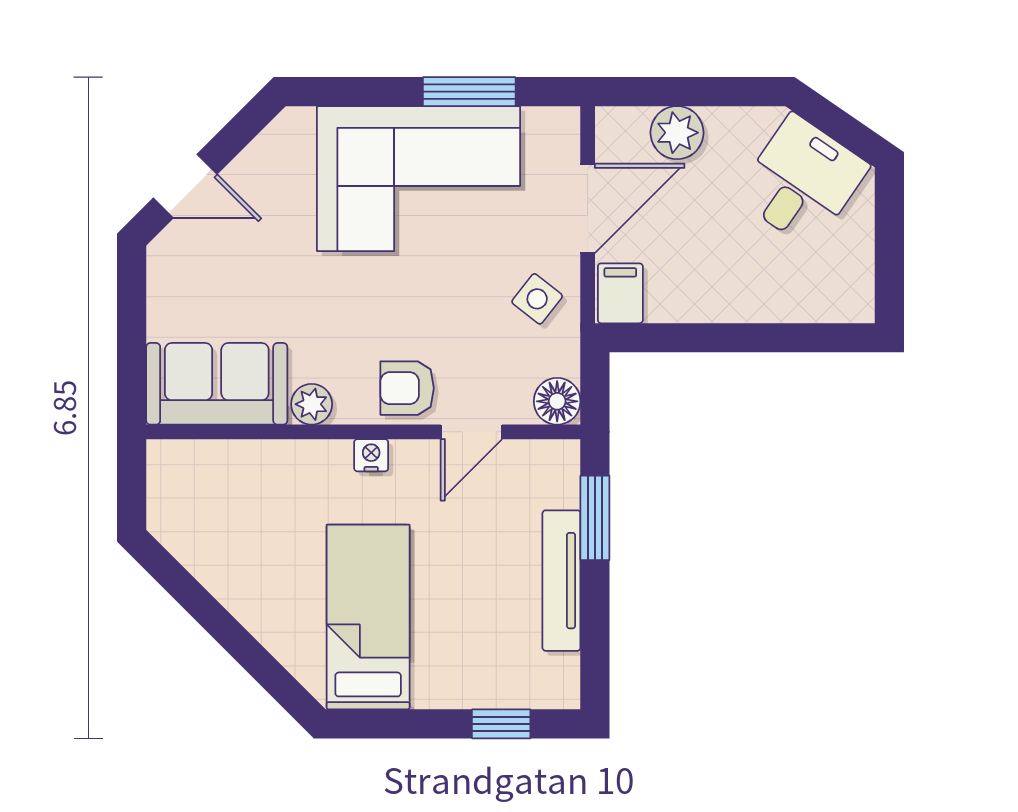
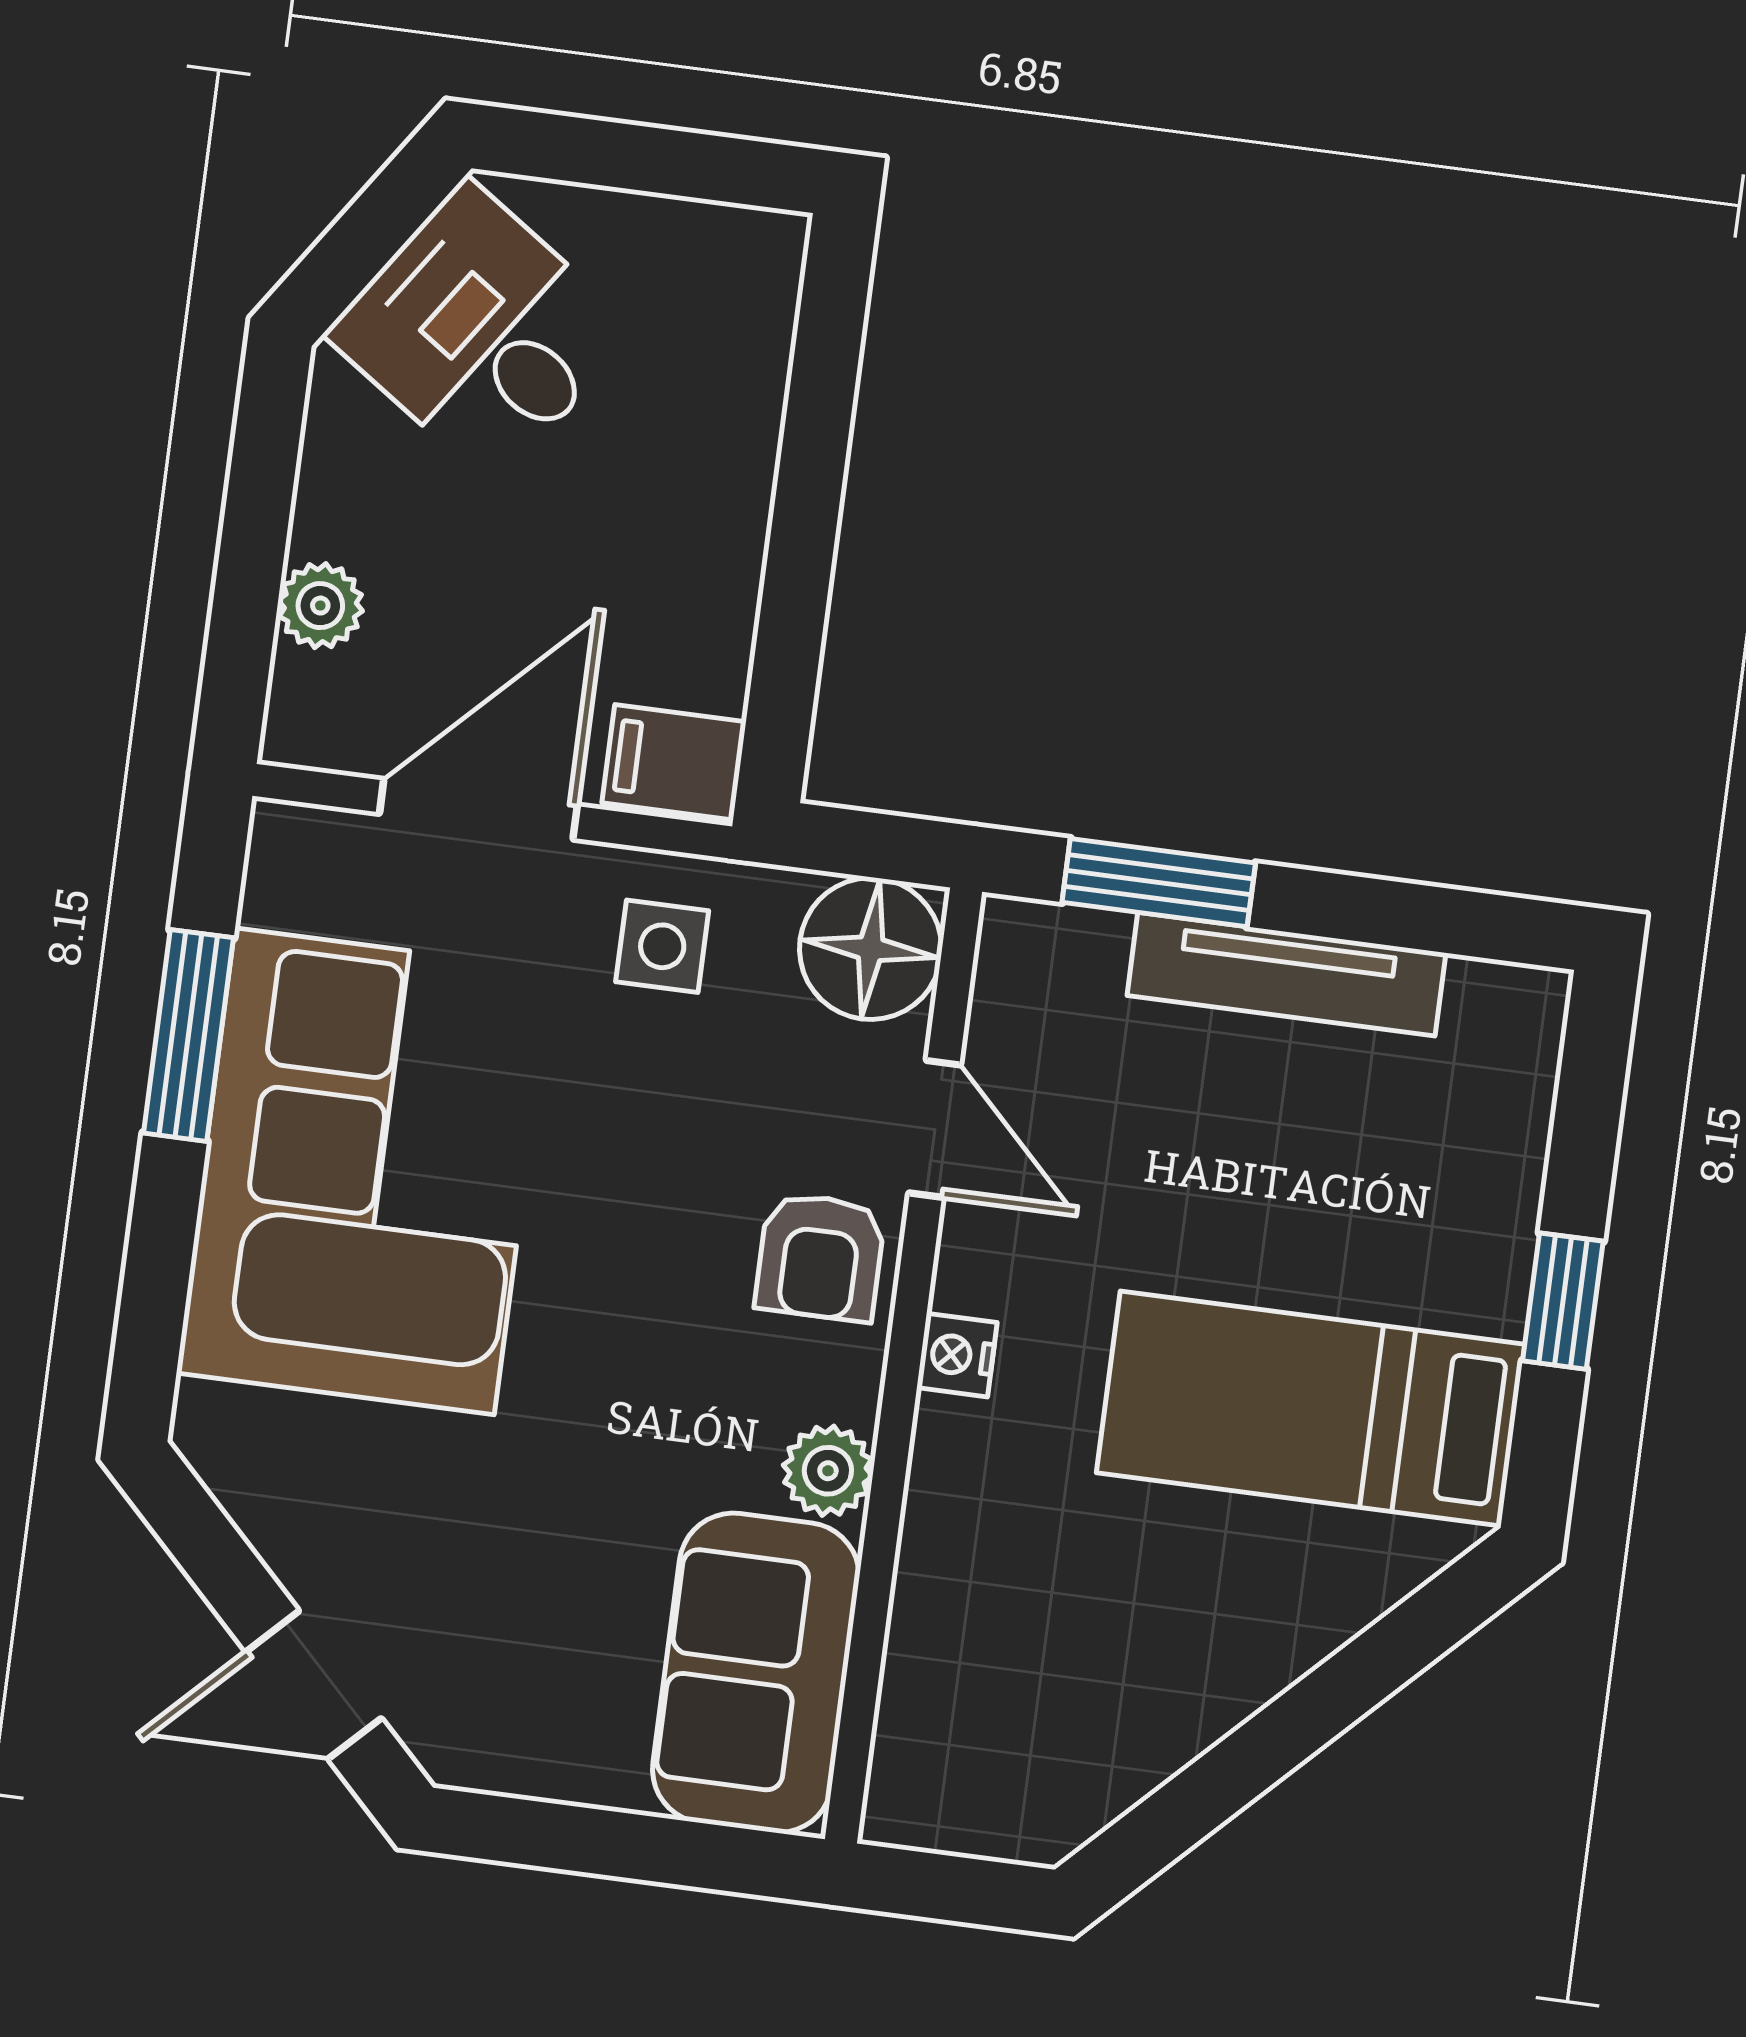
plant: (677, 133) -> (320, 606), width x0.73, depth x0.73
door: (185, 186) -> (314, 1685), swing flipped
door: (588, 208) -> (478, 809), hinge flipped
side table: (537, 299) -> (662, 946), turned -38
floor lamp: (557, 401) -> (871, 949), width x1.38, depth x1.38
window: (501, 724) -> (1563, 1301), moved

